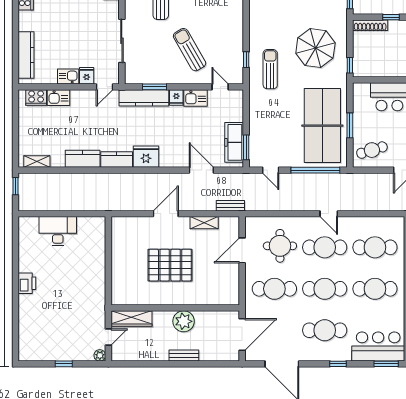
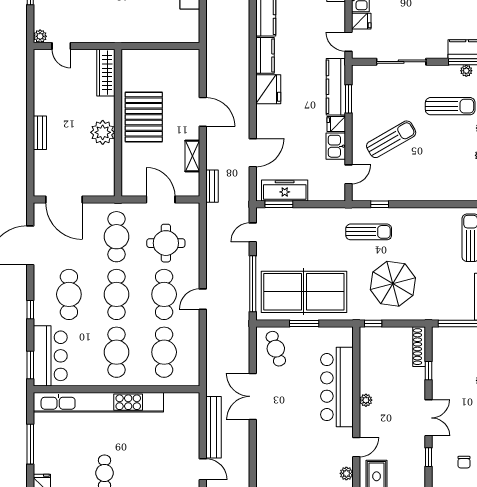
wall: (175, 308) -> (118, 123), moved
wardrobe: (132, 319) -> (106, 73), moved
plant: (184, 321) -> (103, 132), moved

